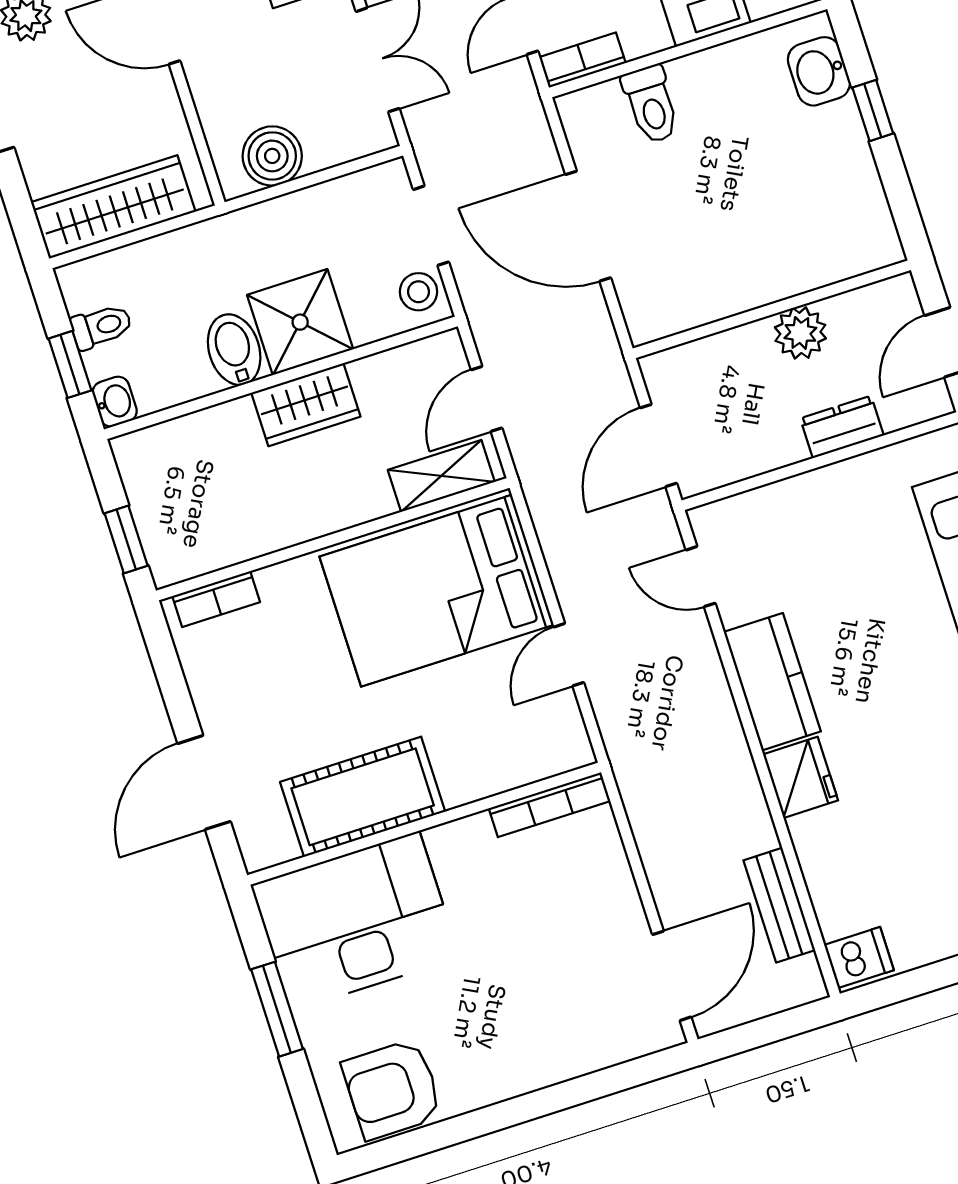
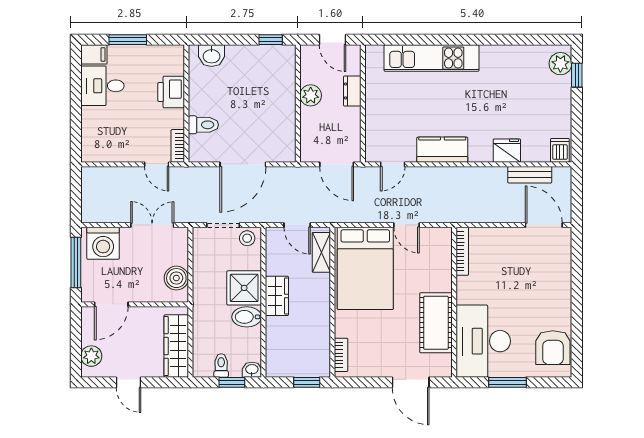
window: (873, 111) -> (271, 40), moved
fridge: (801, 777) -> (507, 151), moved

